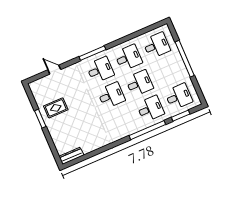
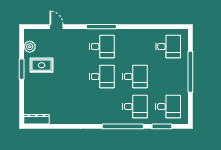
desk: (128, 58) -> (135, 46), removed
plant: (39, 97) -> (30, 47), added

